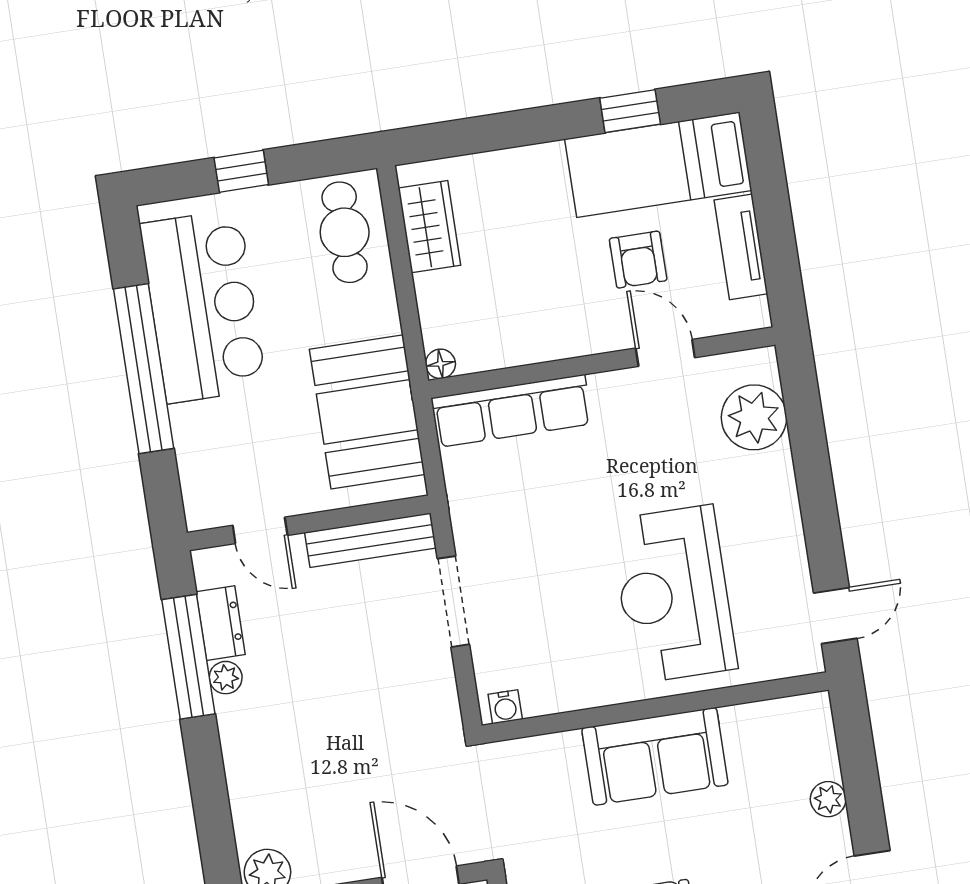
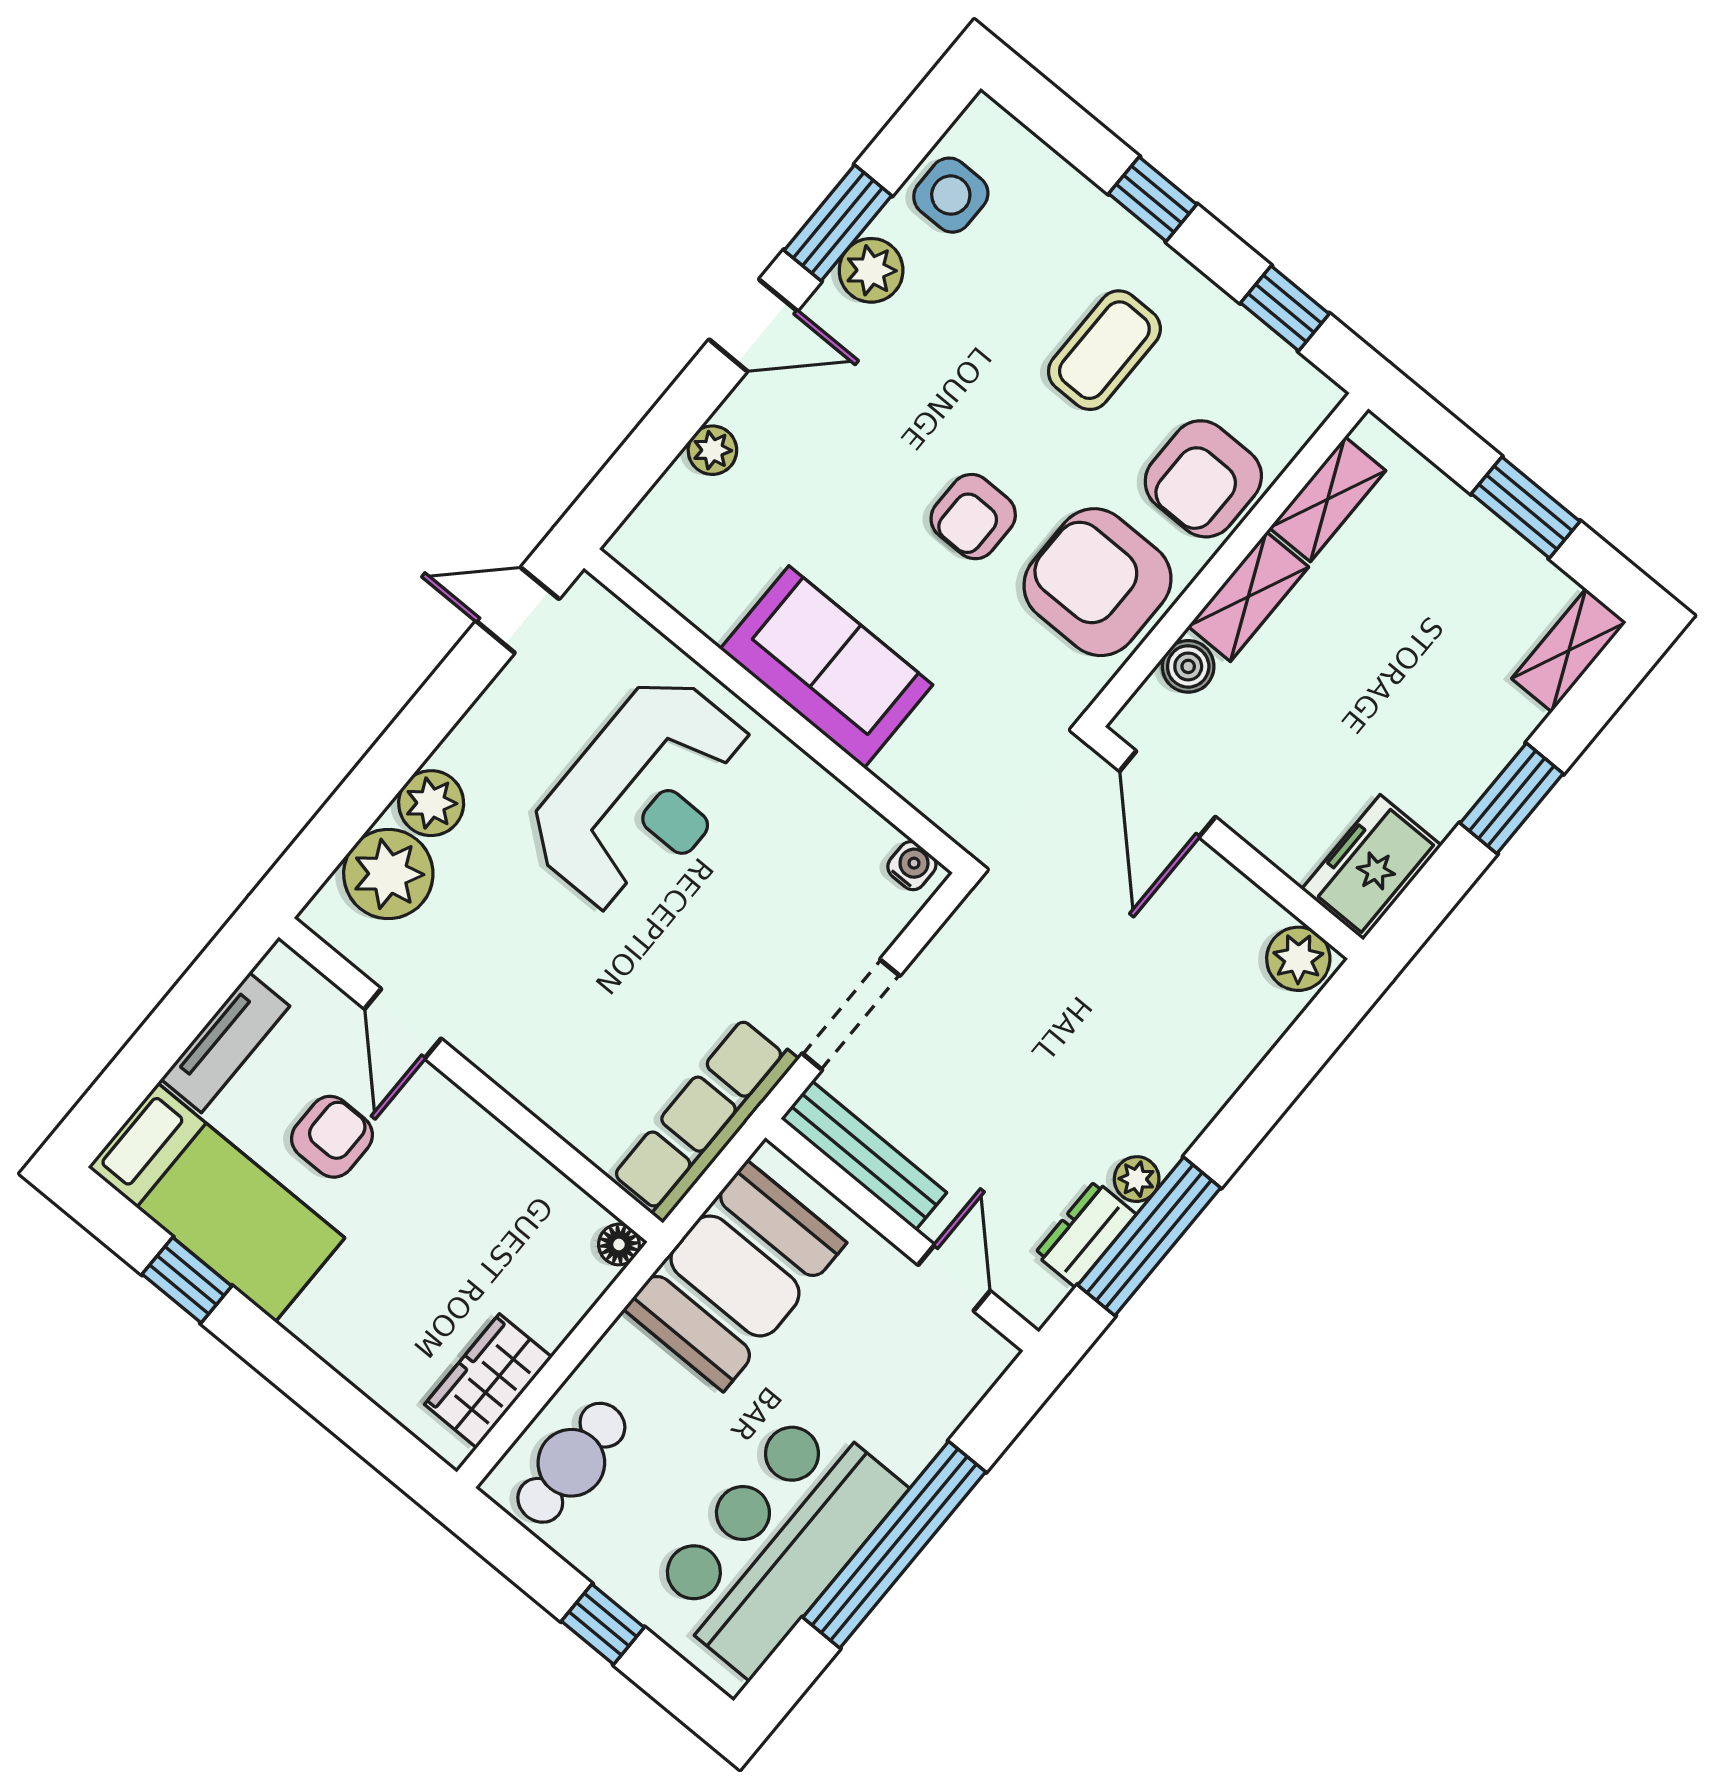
row of seats: (512, 411) -> (704, 1119), moved, turned -90
plant: (772, 475) -> (431, 803), added

